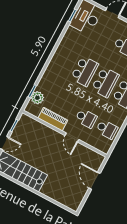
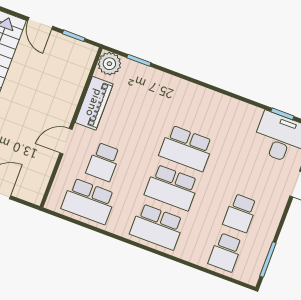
plant: (37, 98) -> (109, 64), moved
school desk: (107, 129) -> (89, 201), width x1.85

